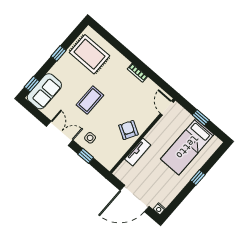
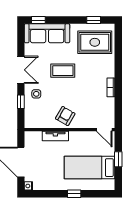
window: (59, 53) -> (94, 20), moved
rug: (89, 54) -> (95, 42), turned 90
sofa: (44, 91) -> (47, 33), width x1.36
door: (167, 108) -> (104, 130), swing flipped

